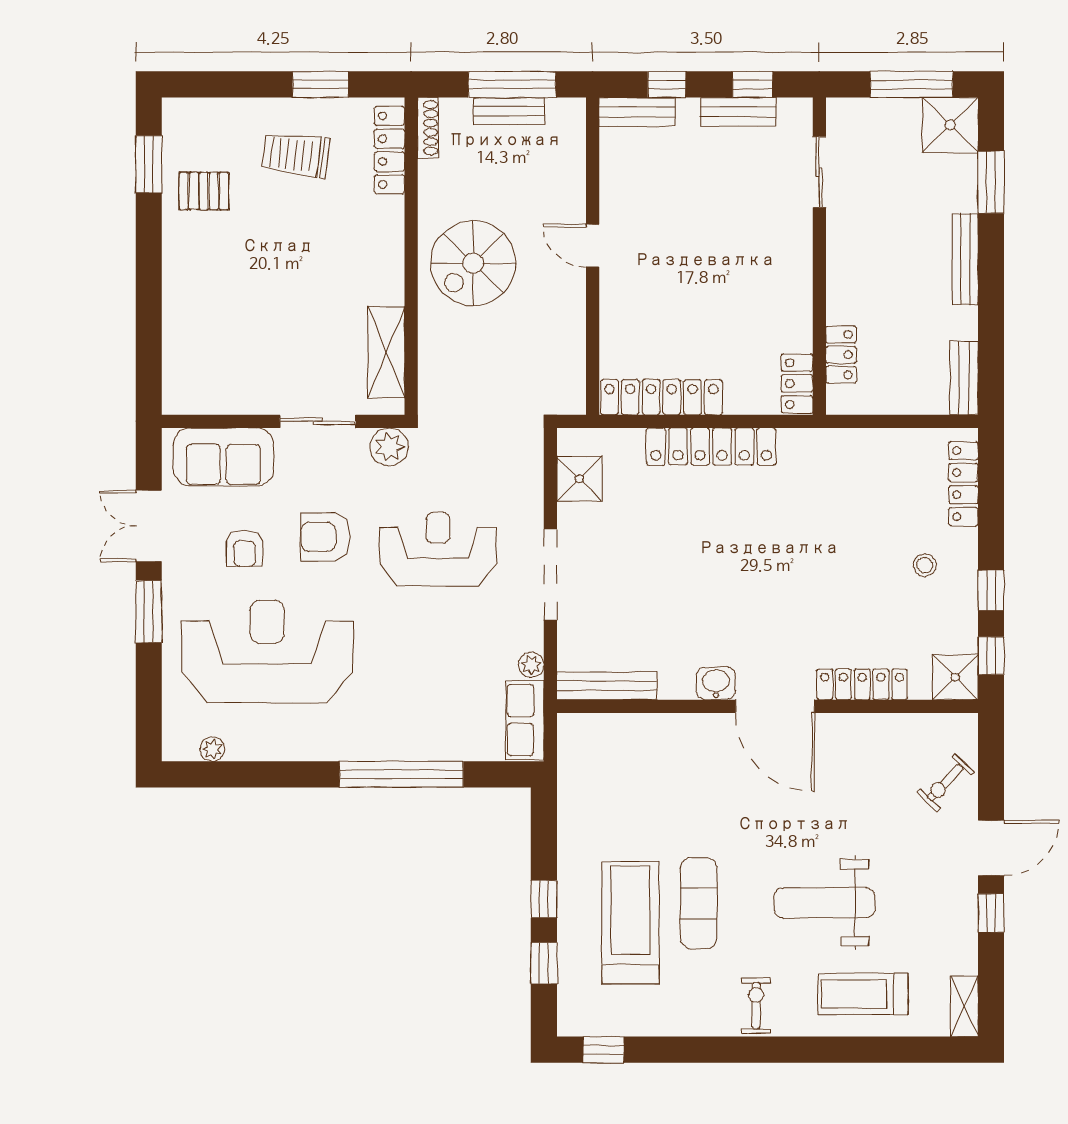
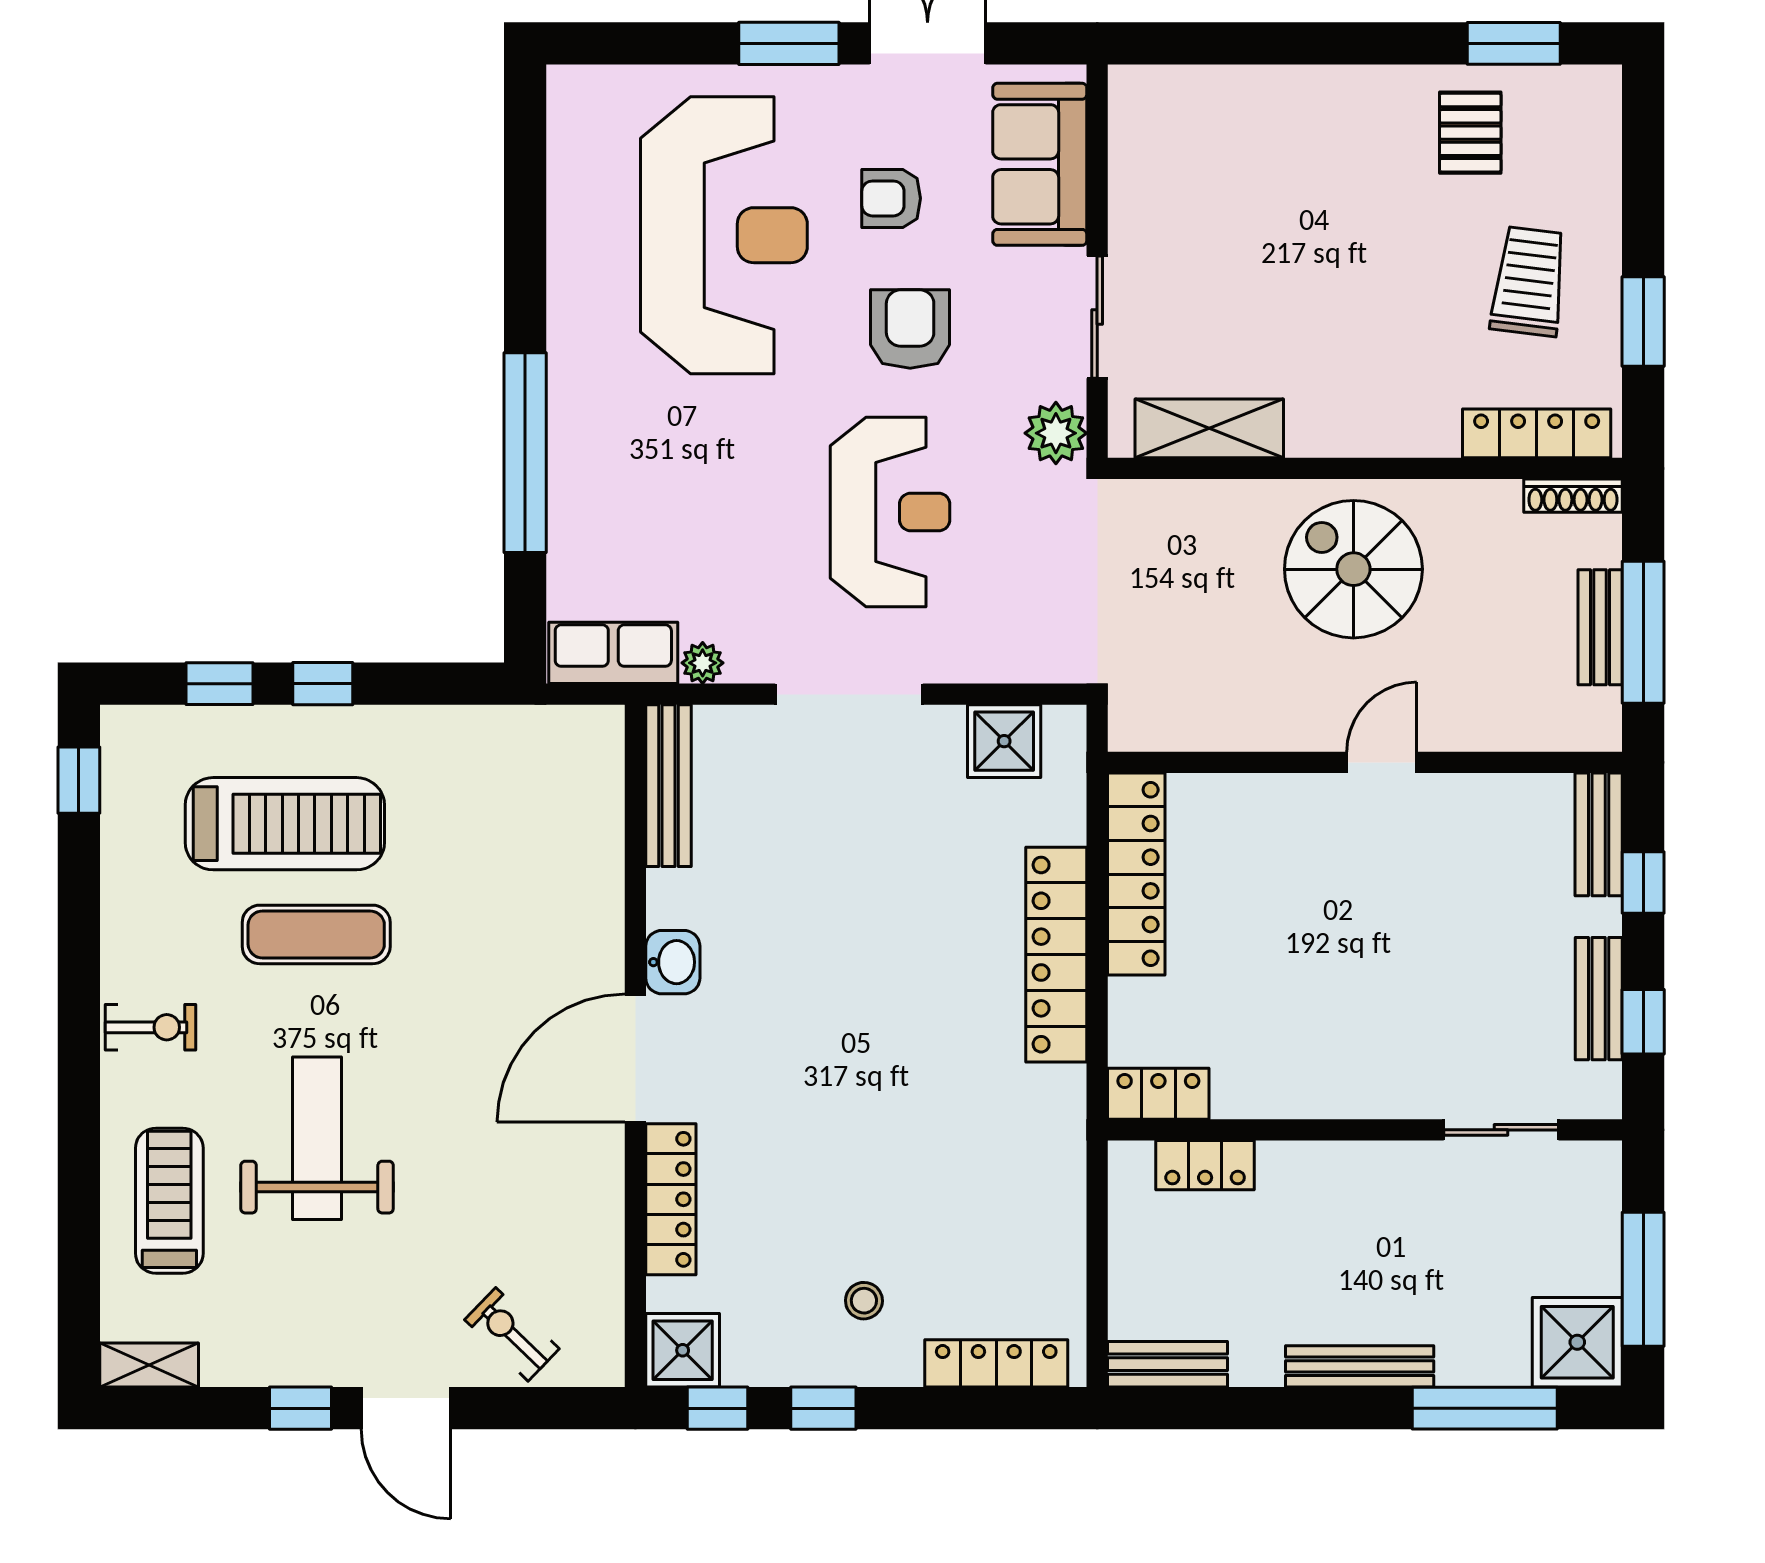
window: (991, 182) -> (1485, 1408), width x1.44
plant: (212, 749) -> (566, 146), removed

